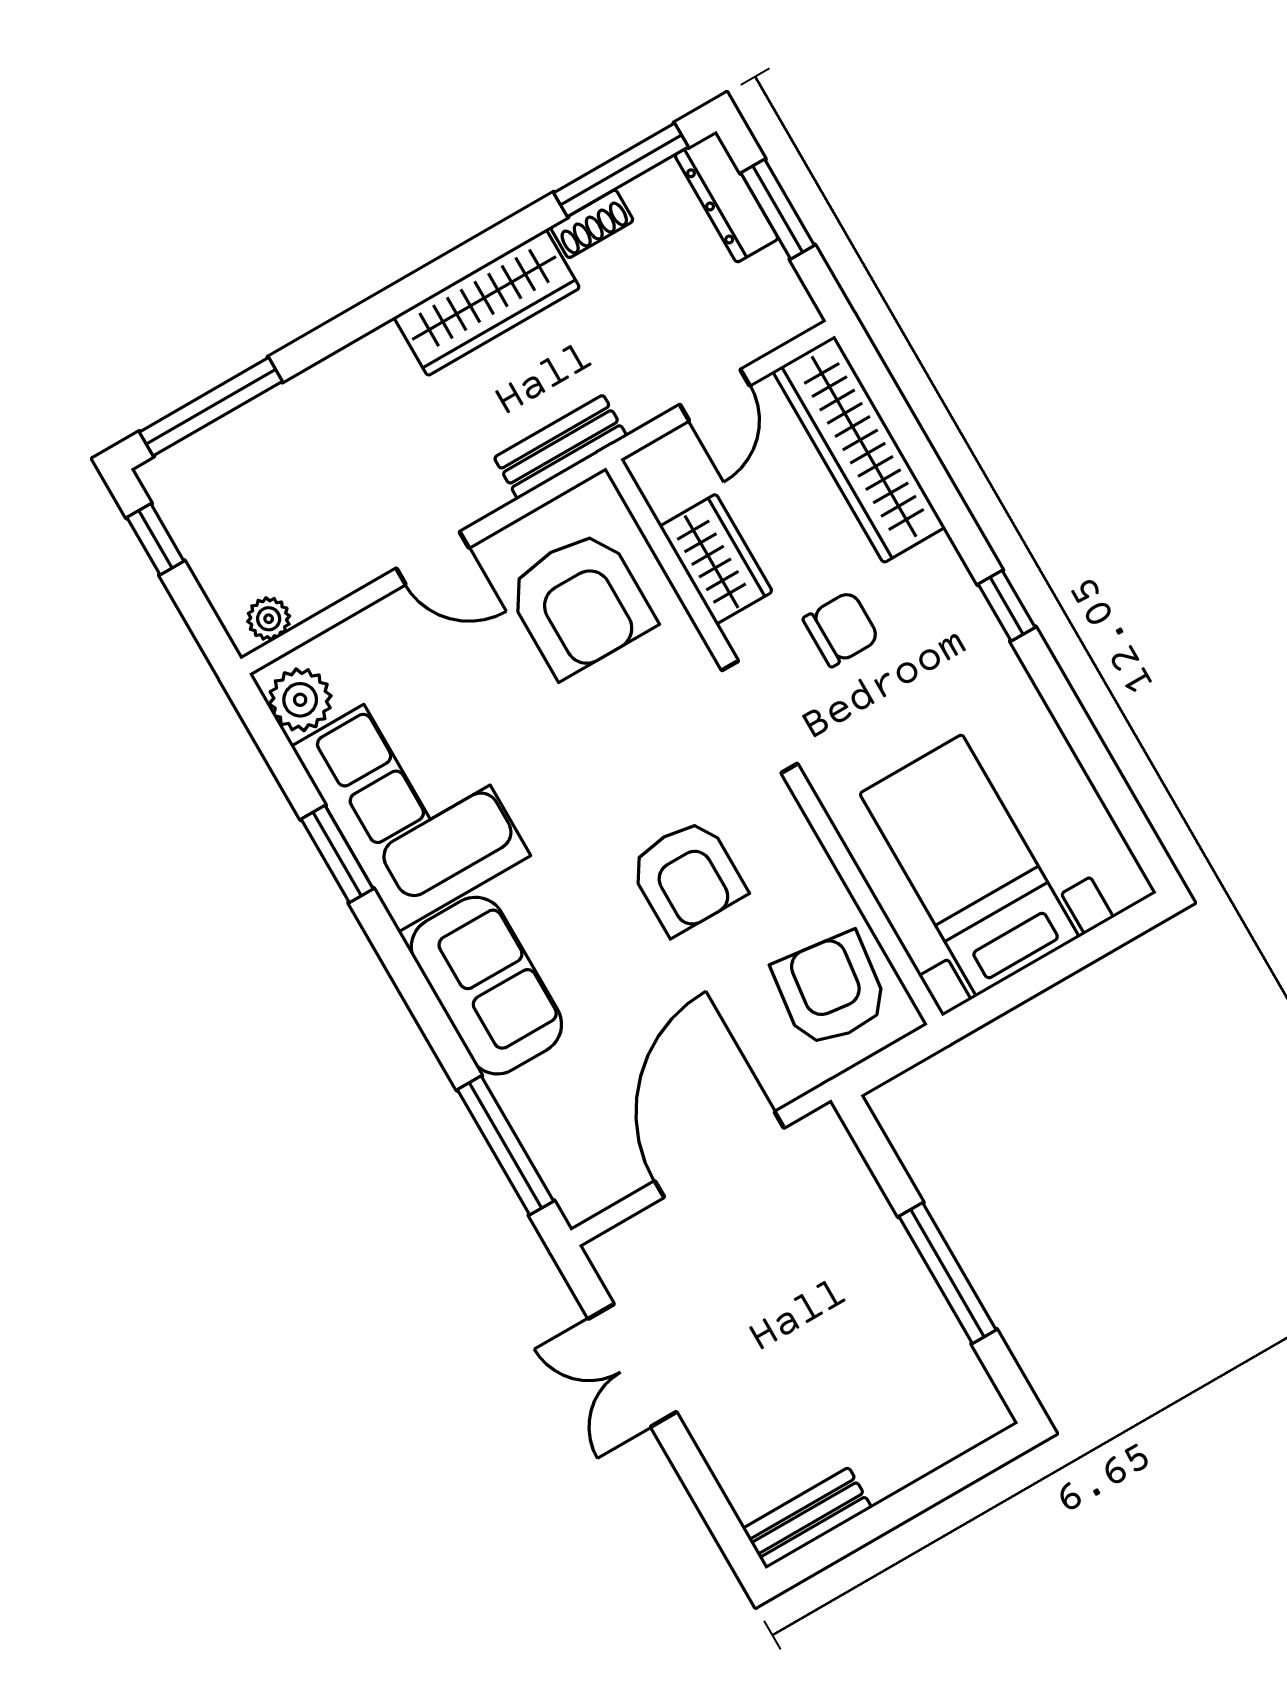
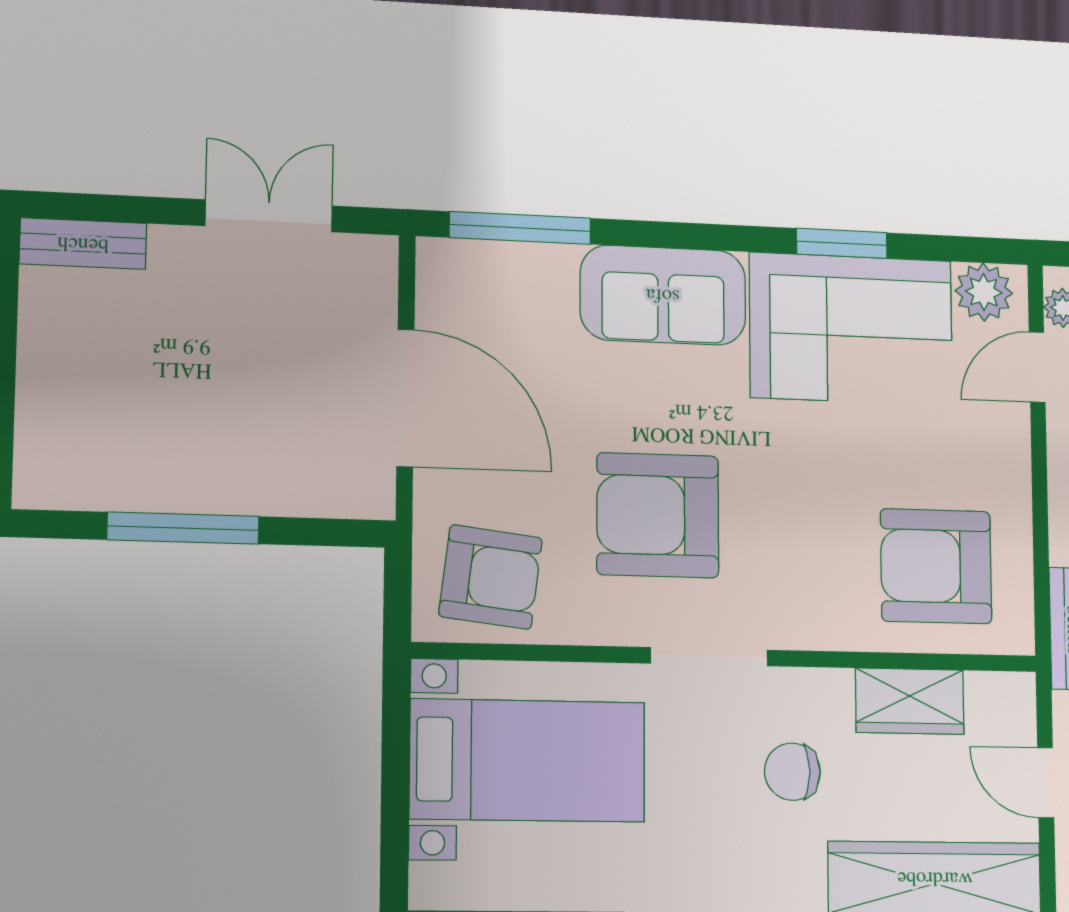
door: (433, 558) -> (1037, 367), moved
chair: (841, 629) -> (792, 772), turned 90
doorway: (760, 717) -> (709, 657), moved
armchair: (687, 877) -> (658, 515), width x1.36, depth x1.36
bench: (807, 1518) -> (83, 244), moved, turned 90

